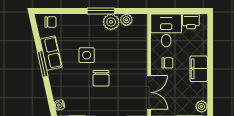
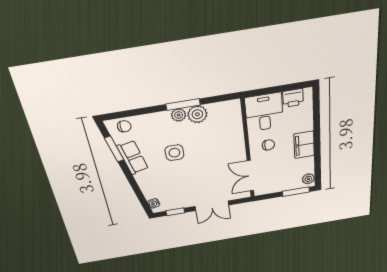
plant: (126, 20) -> (179, 115), moved
window: (43, 64) -> (114, 149), moved
chair: (101, 78) -> (195, 172), removed
double door: (149, 92) -> (250, 176), swing flipped

